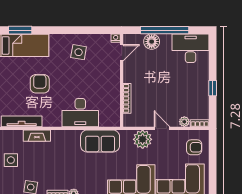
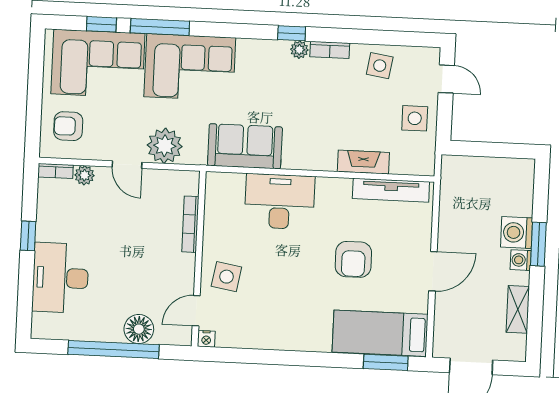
desk: (191, 48) -> (60, 278), moved, turned 90
side table: (79, 52) -> (226, 277), moved

